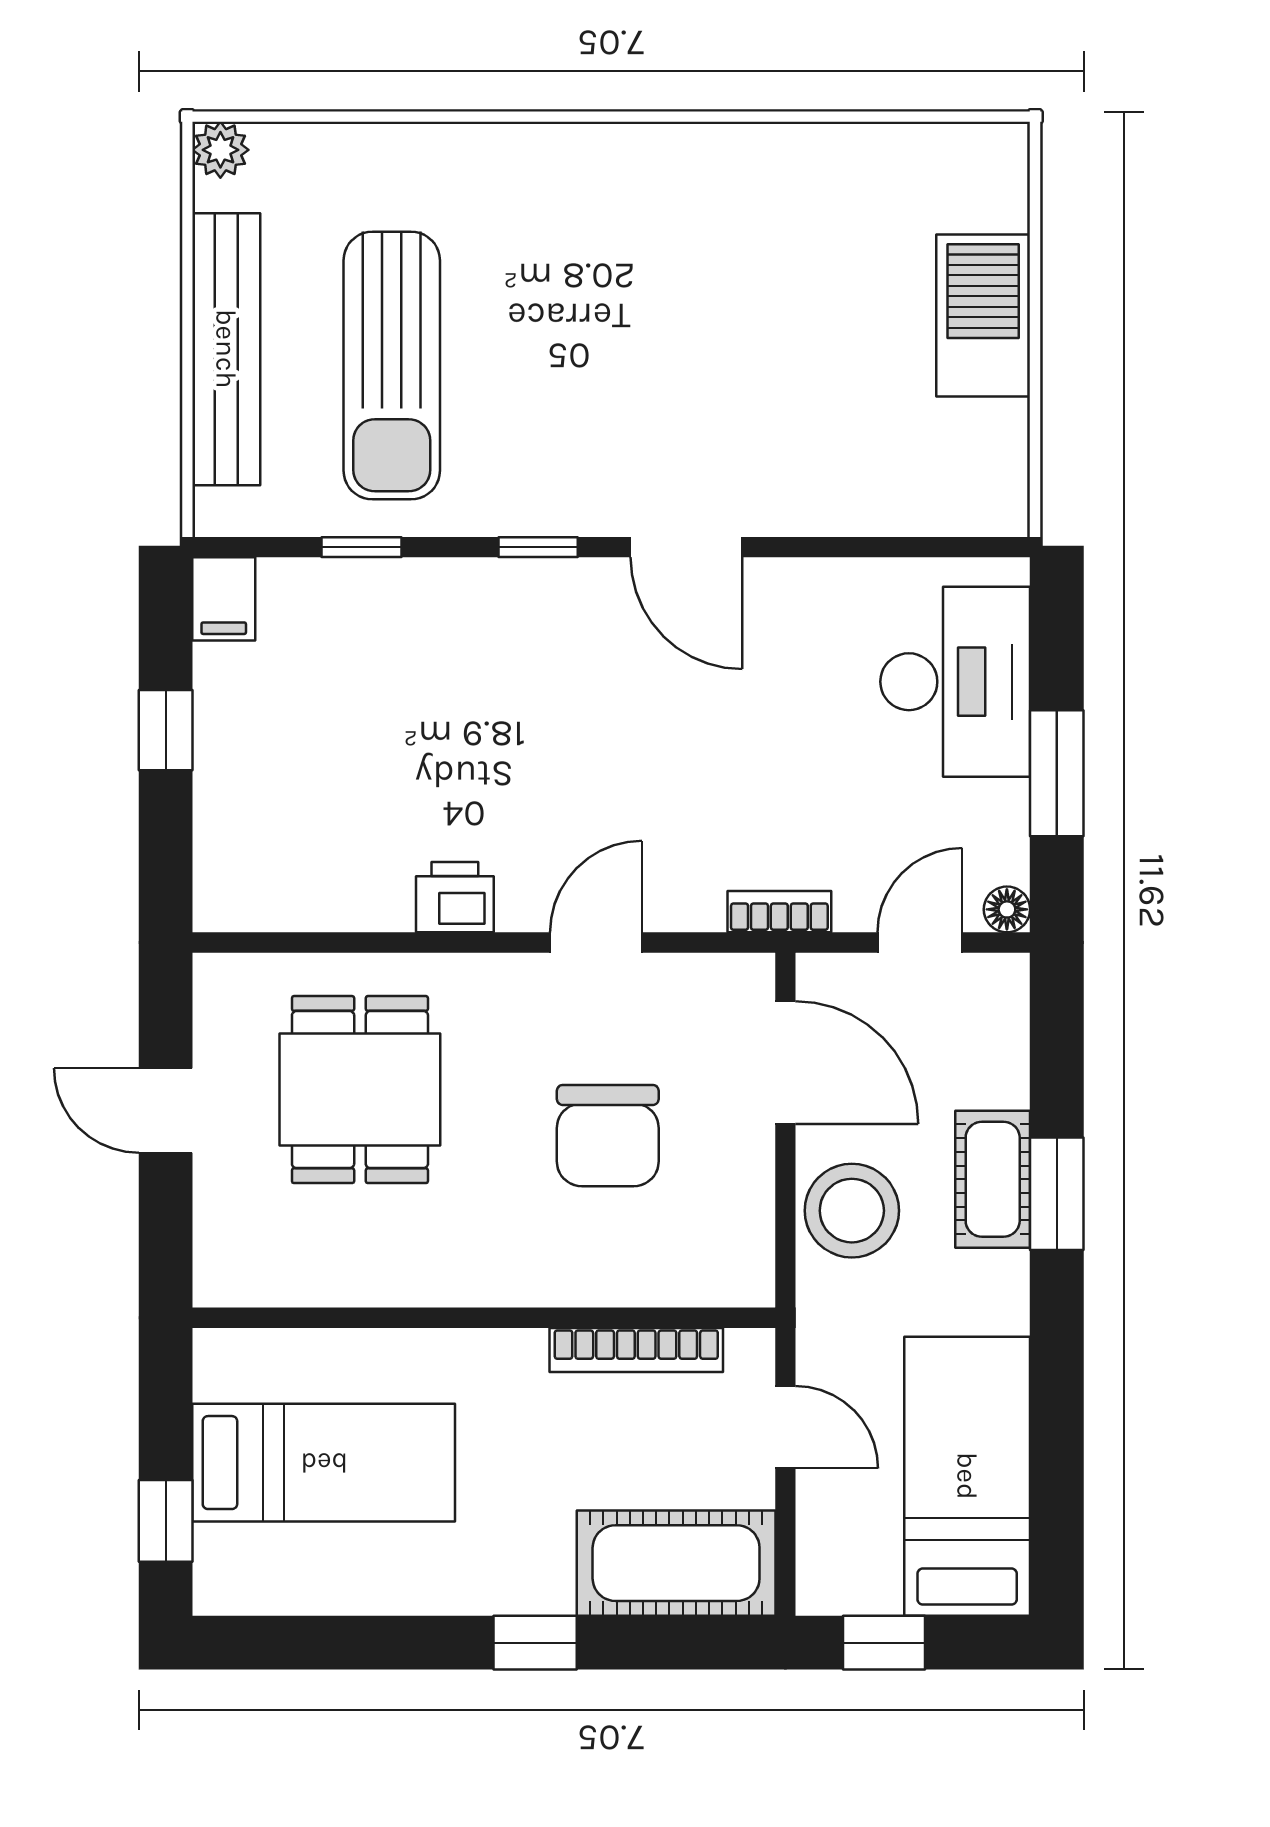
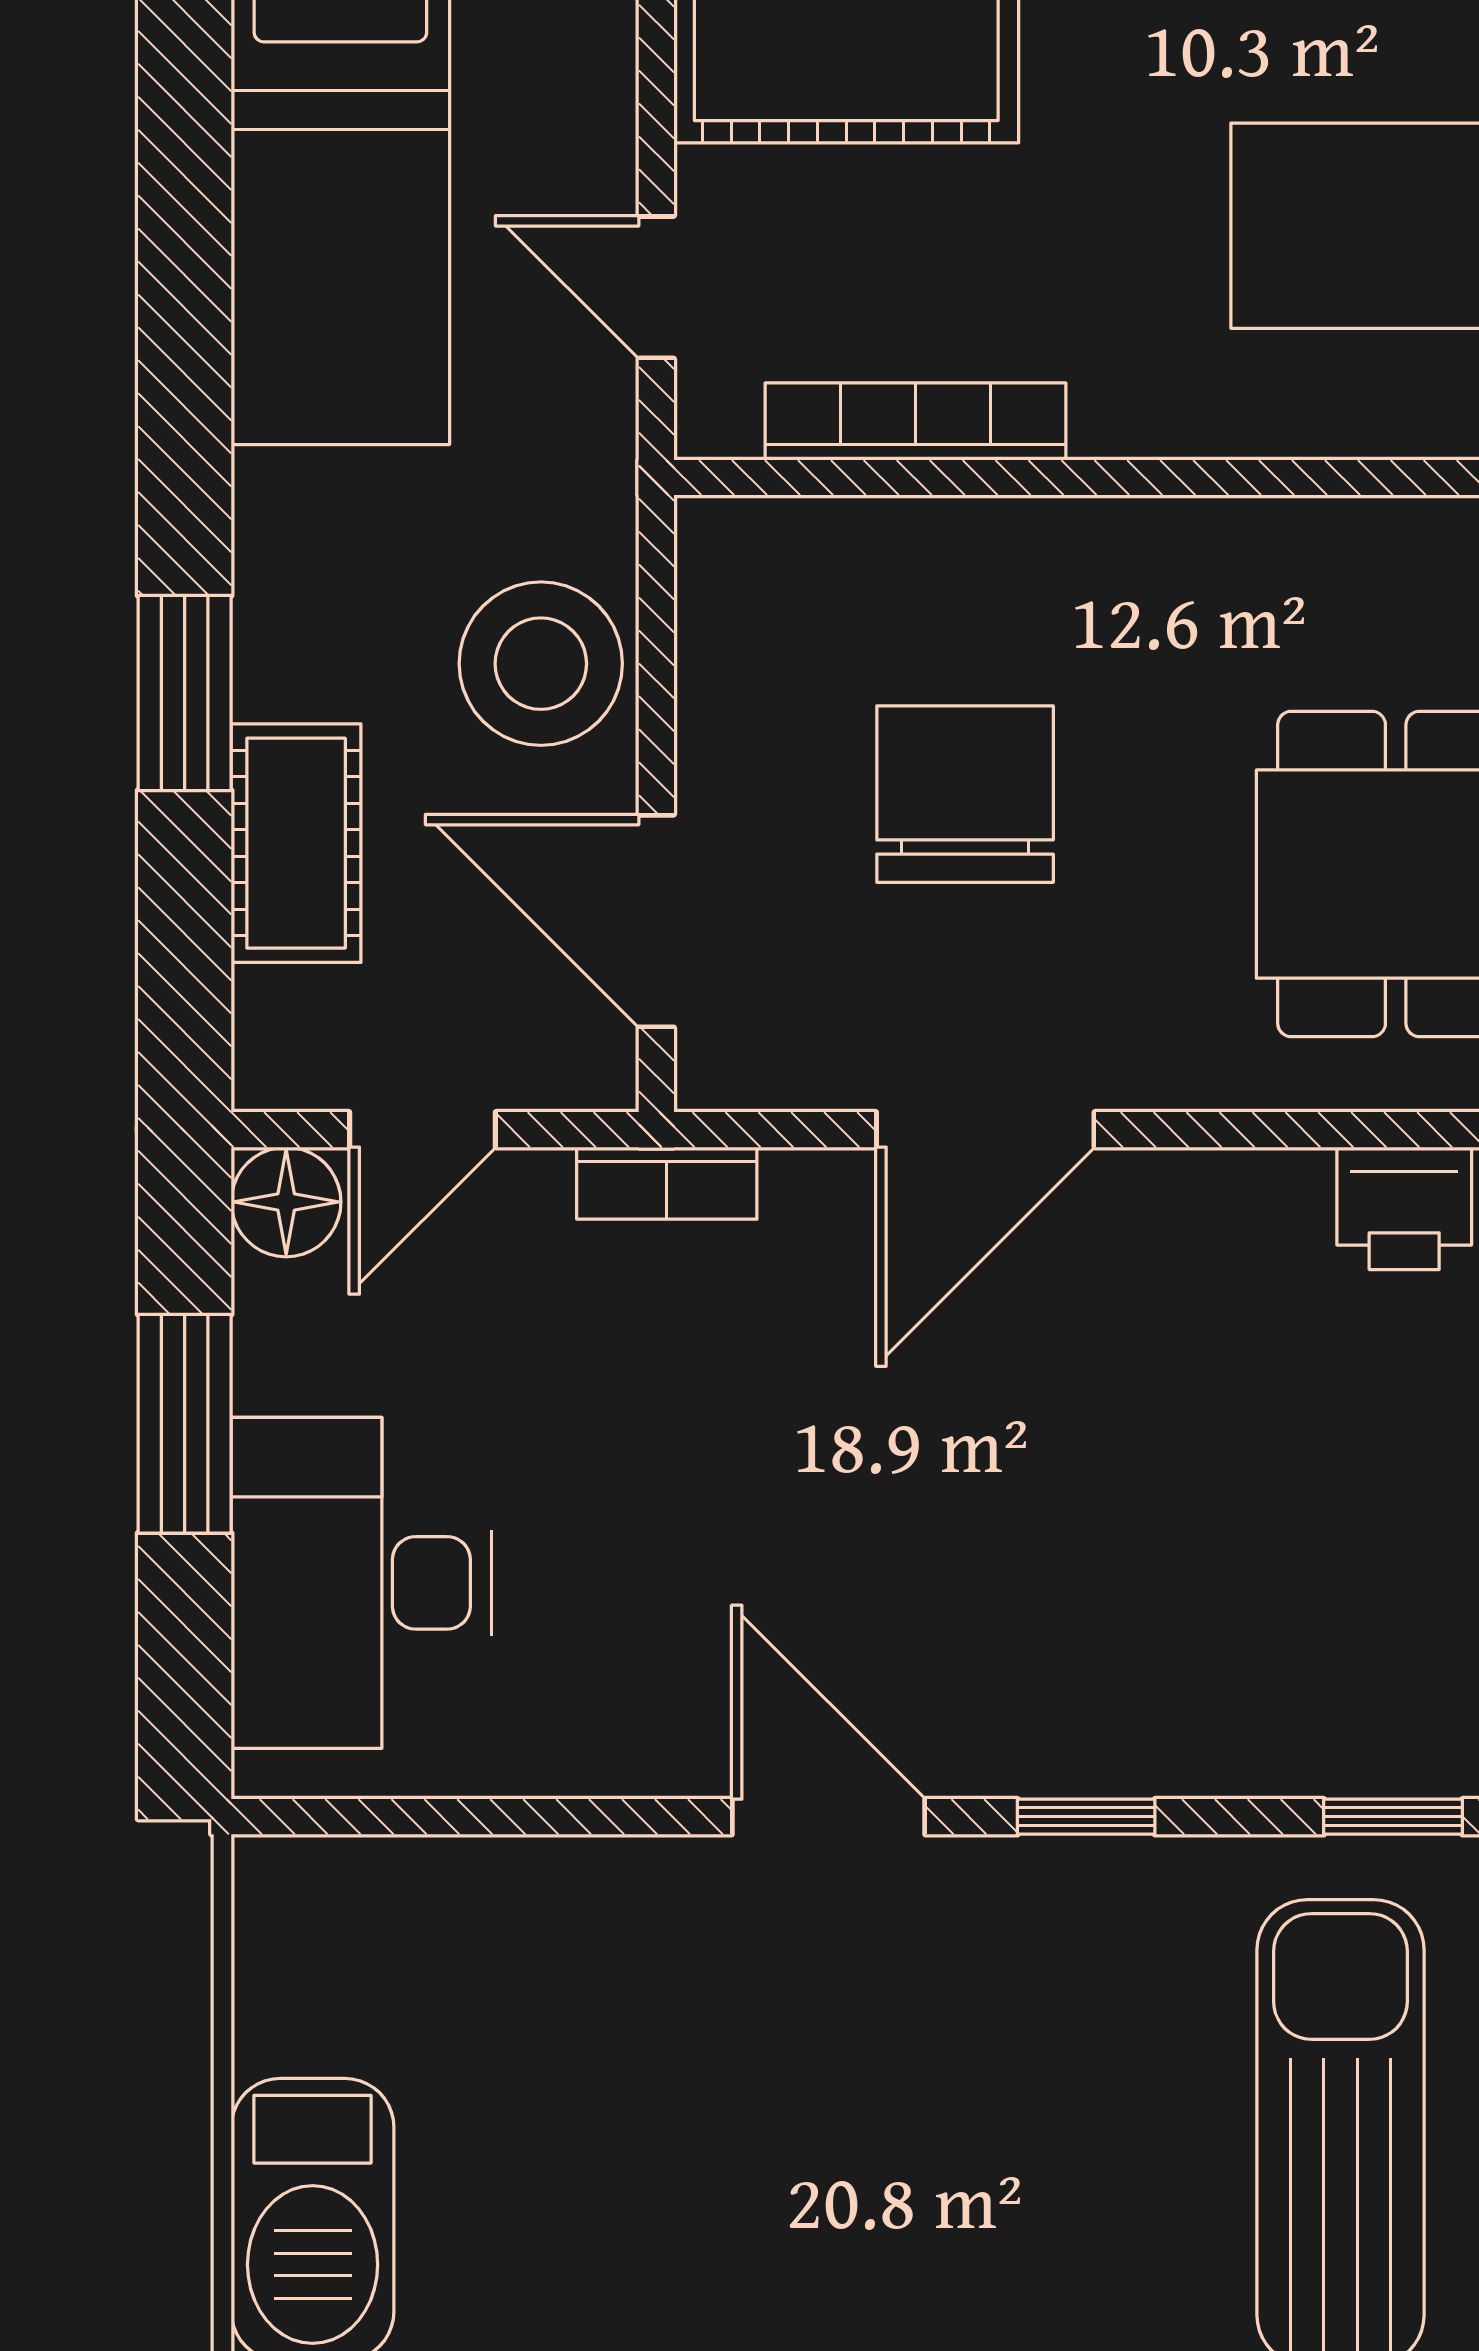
printer: (455, 897) -> (1404, 1208), moved
floor lamp: (1007, 909) -> (286, 1202), width x1.37, depth x1.37
door: (596, 942) -> (985, 1130), width x1.38
cot: (993, 1179) -> (296, 843), moved

